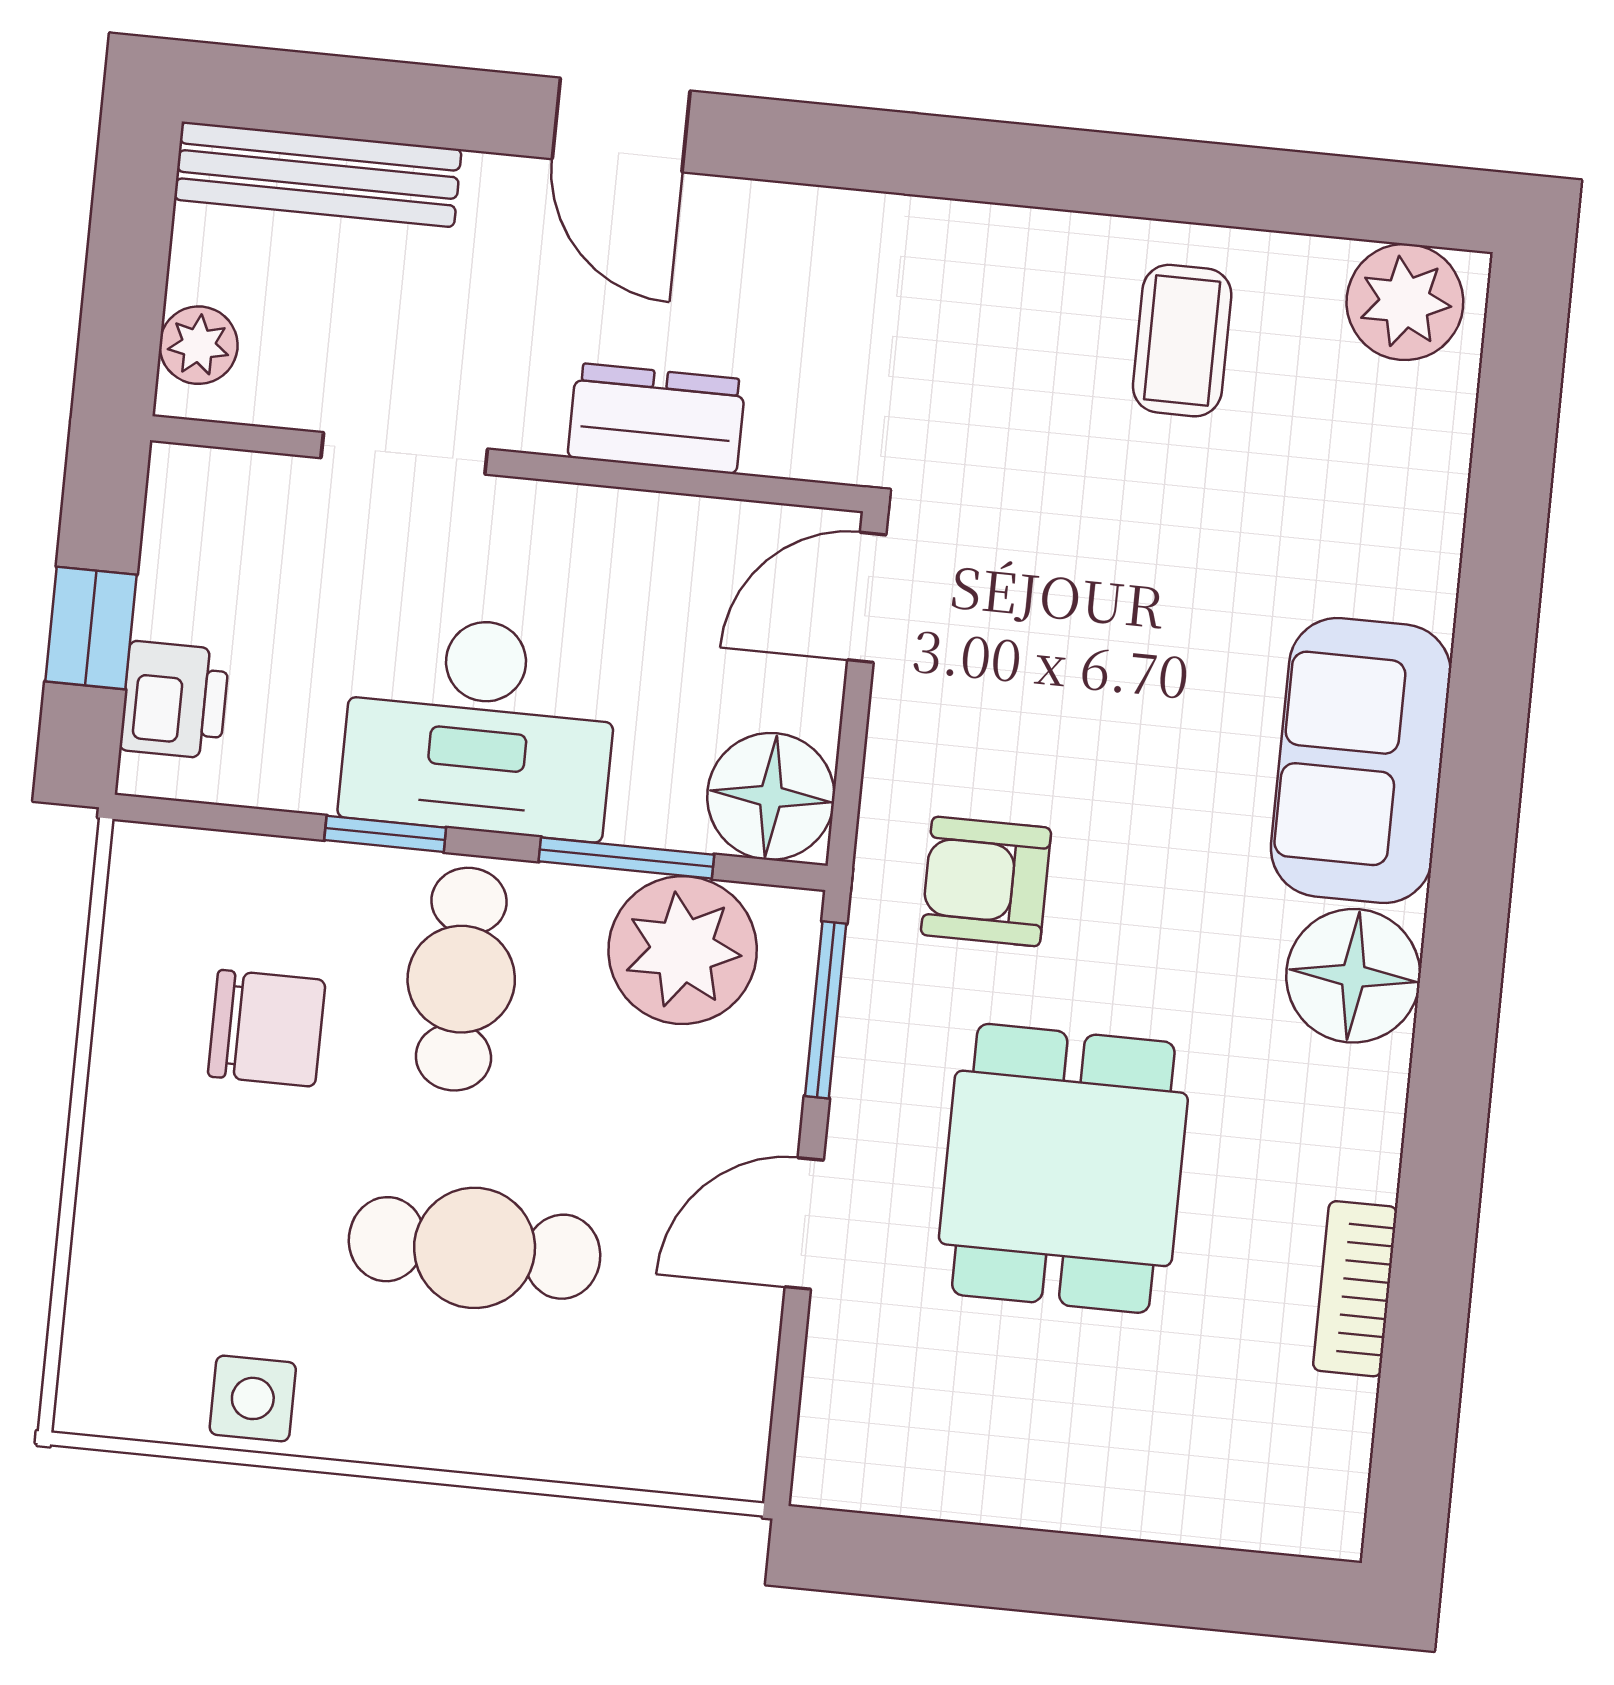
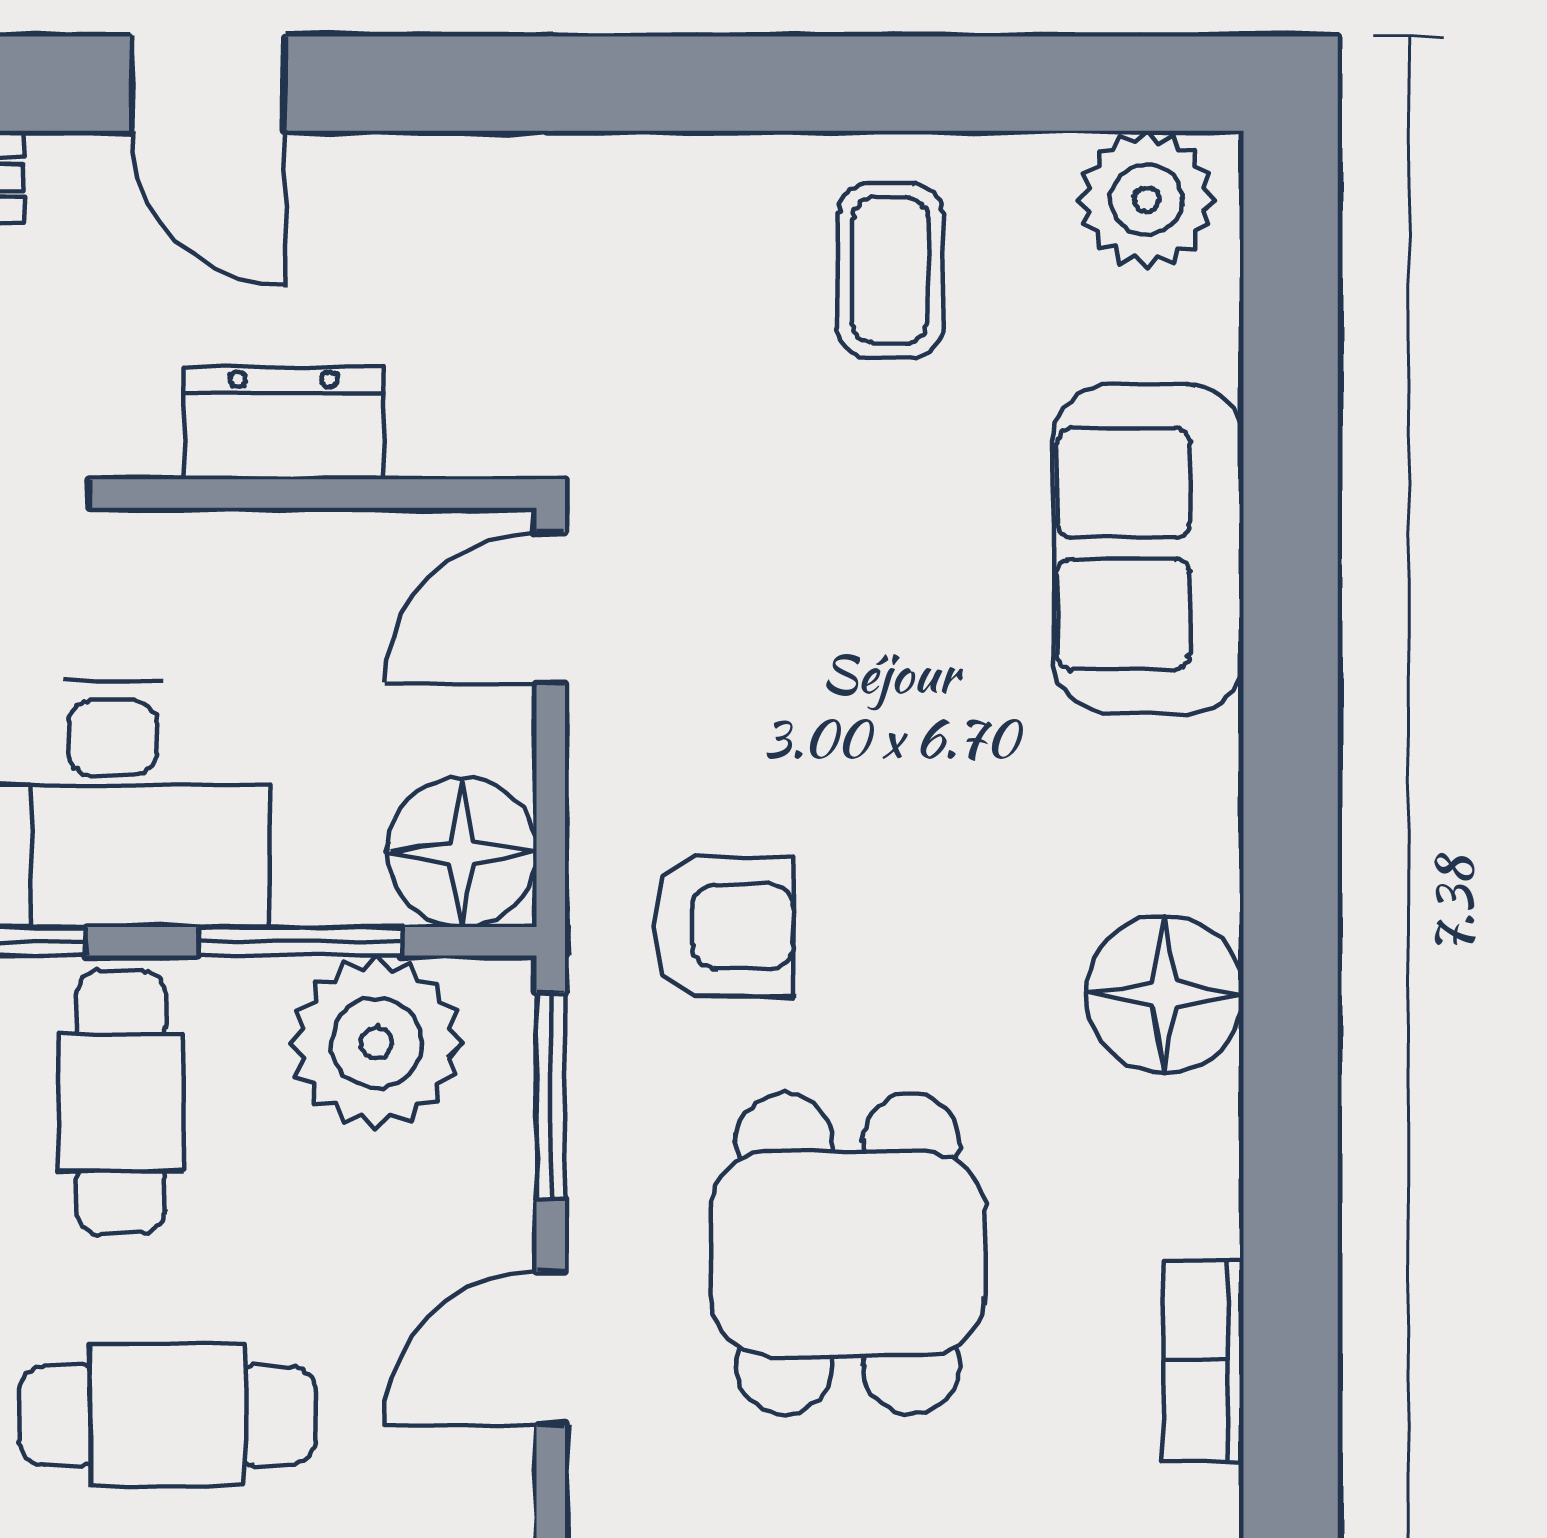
sofa: (1361, 760) -> (1148, 549), moved
armchair: (986, 881) -> (724, 927), turned 180

